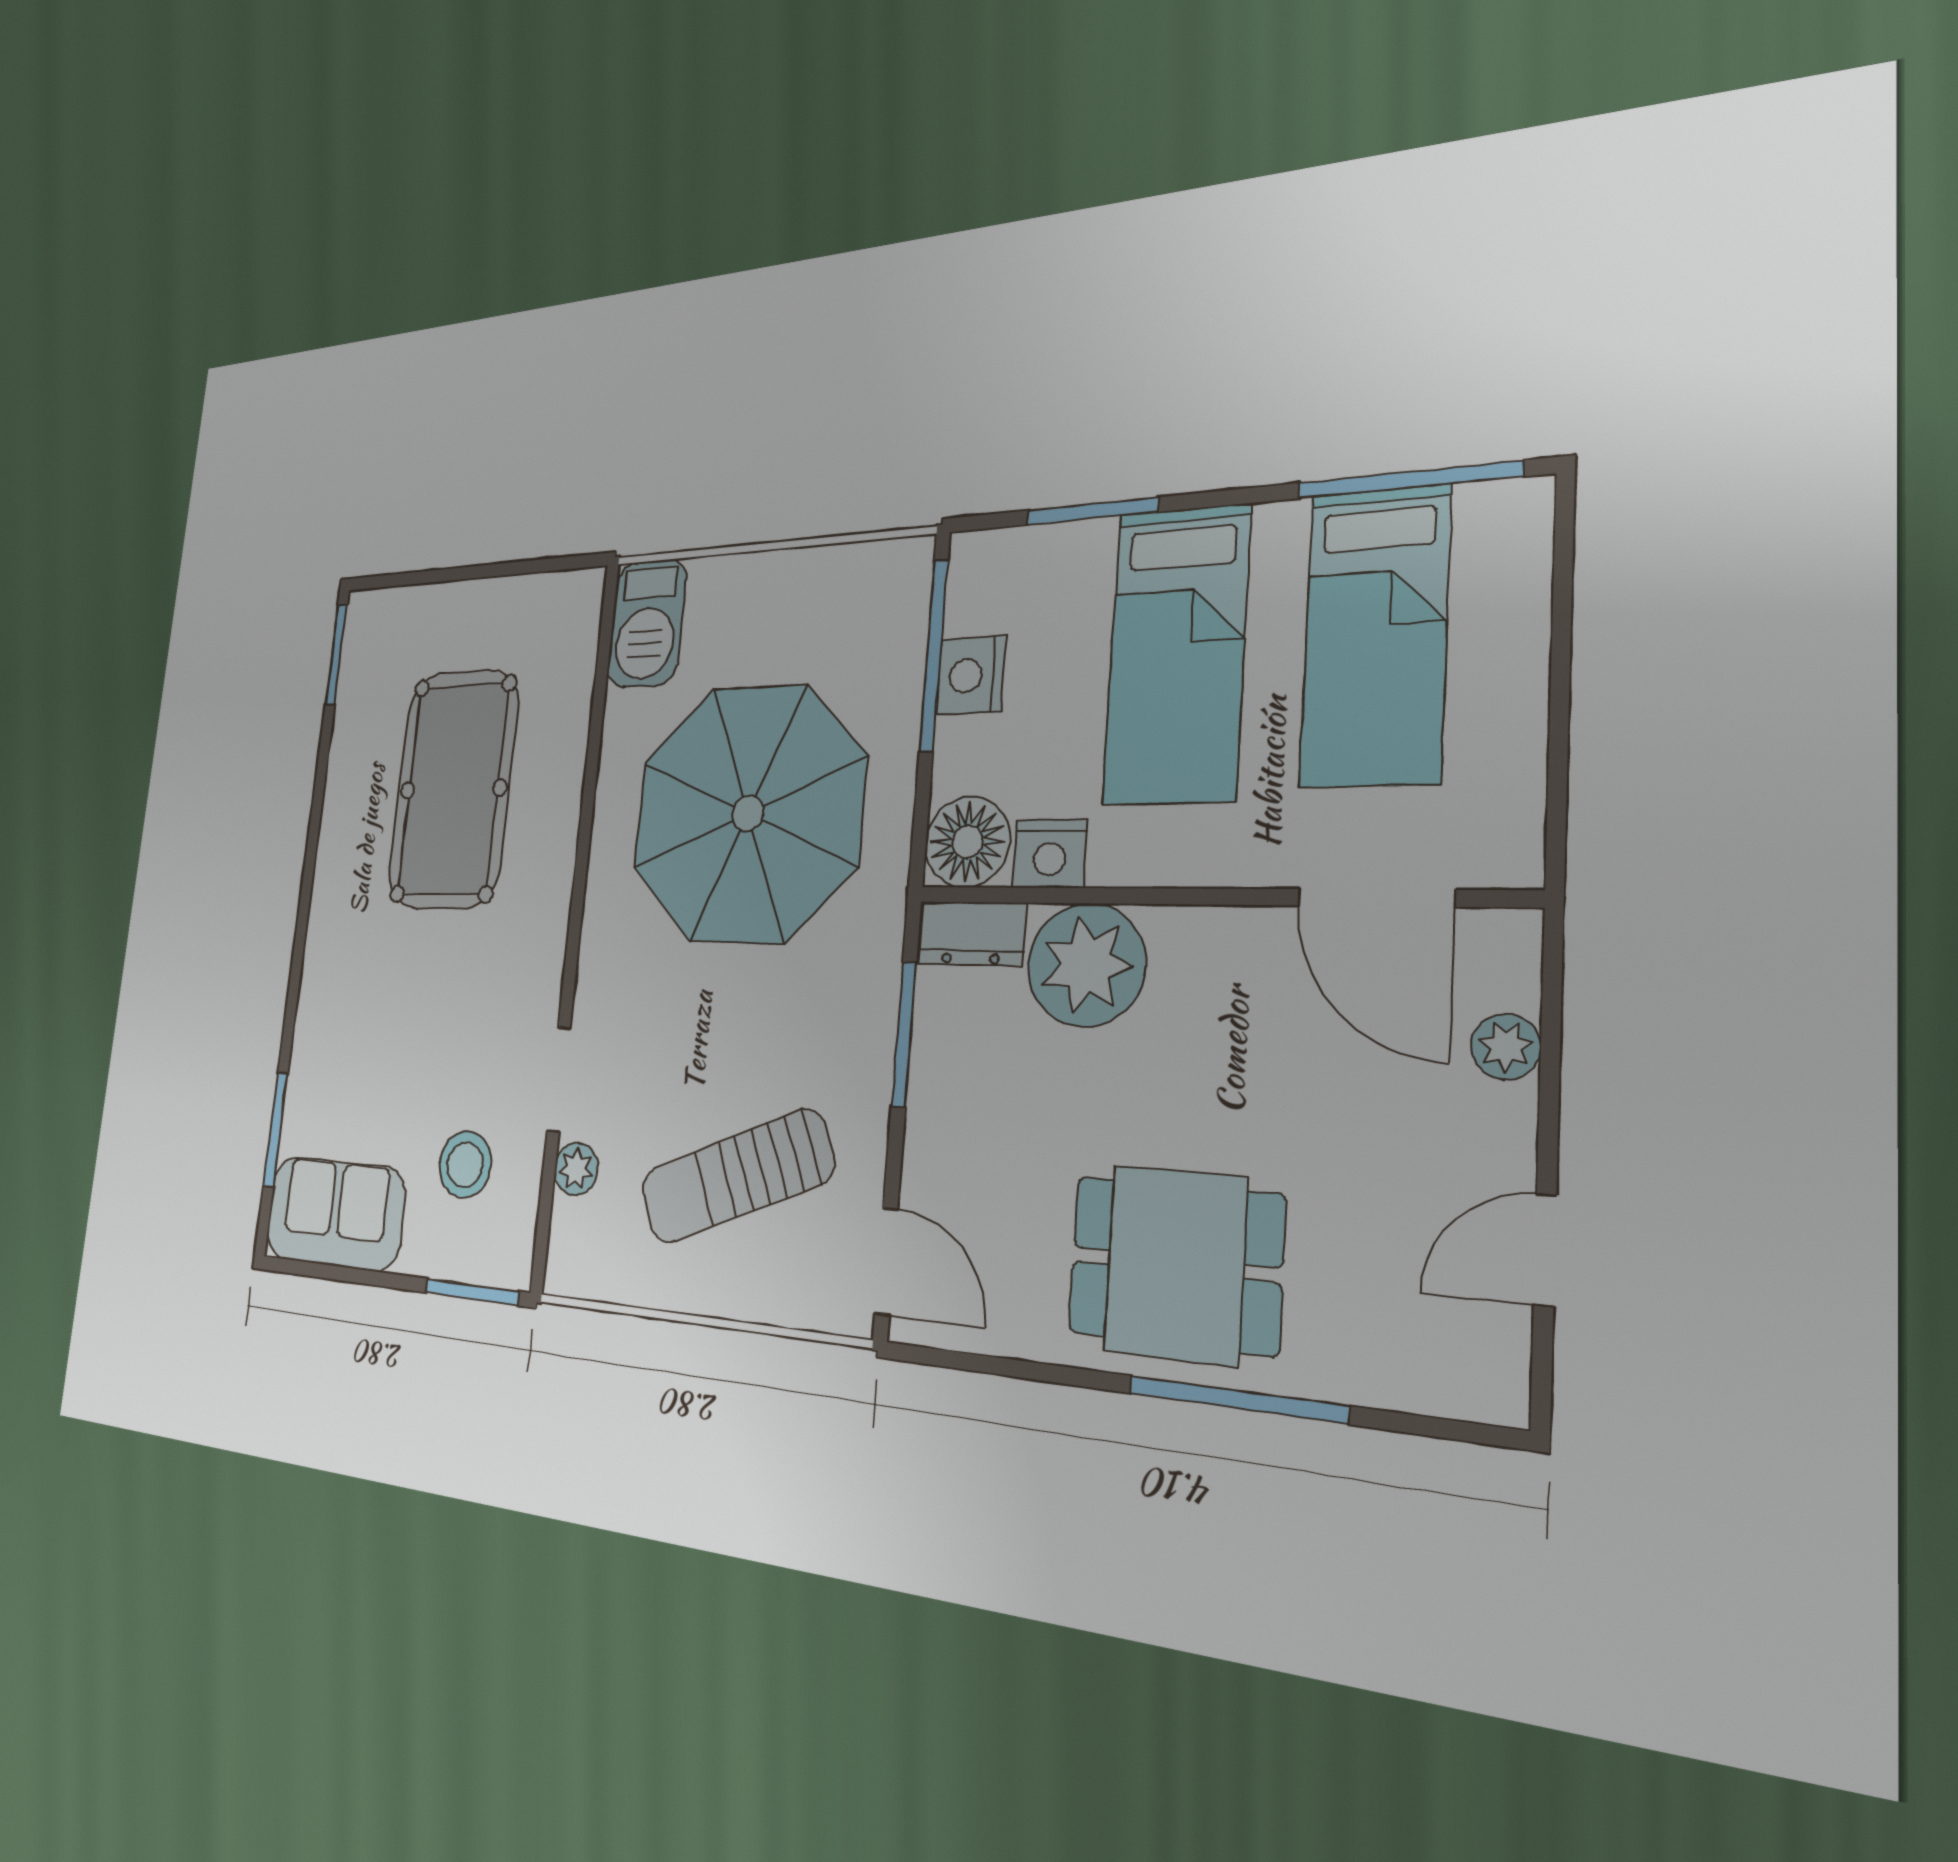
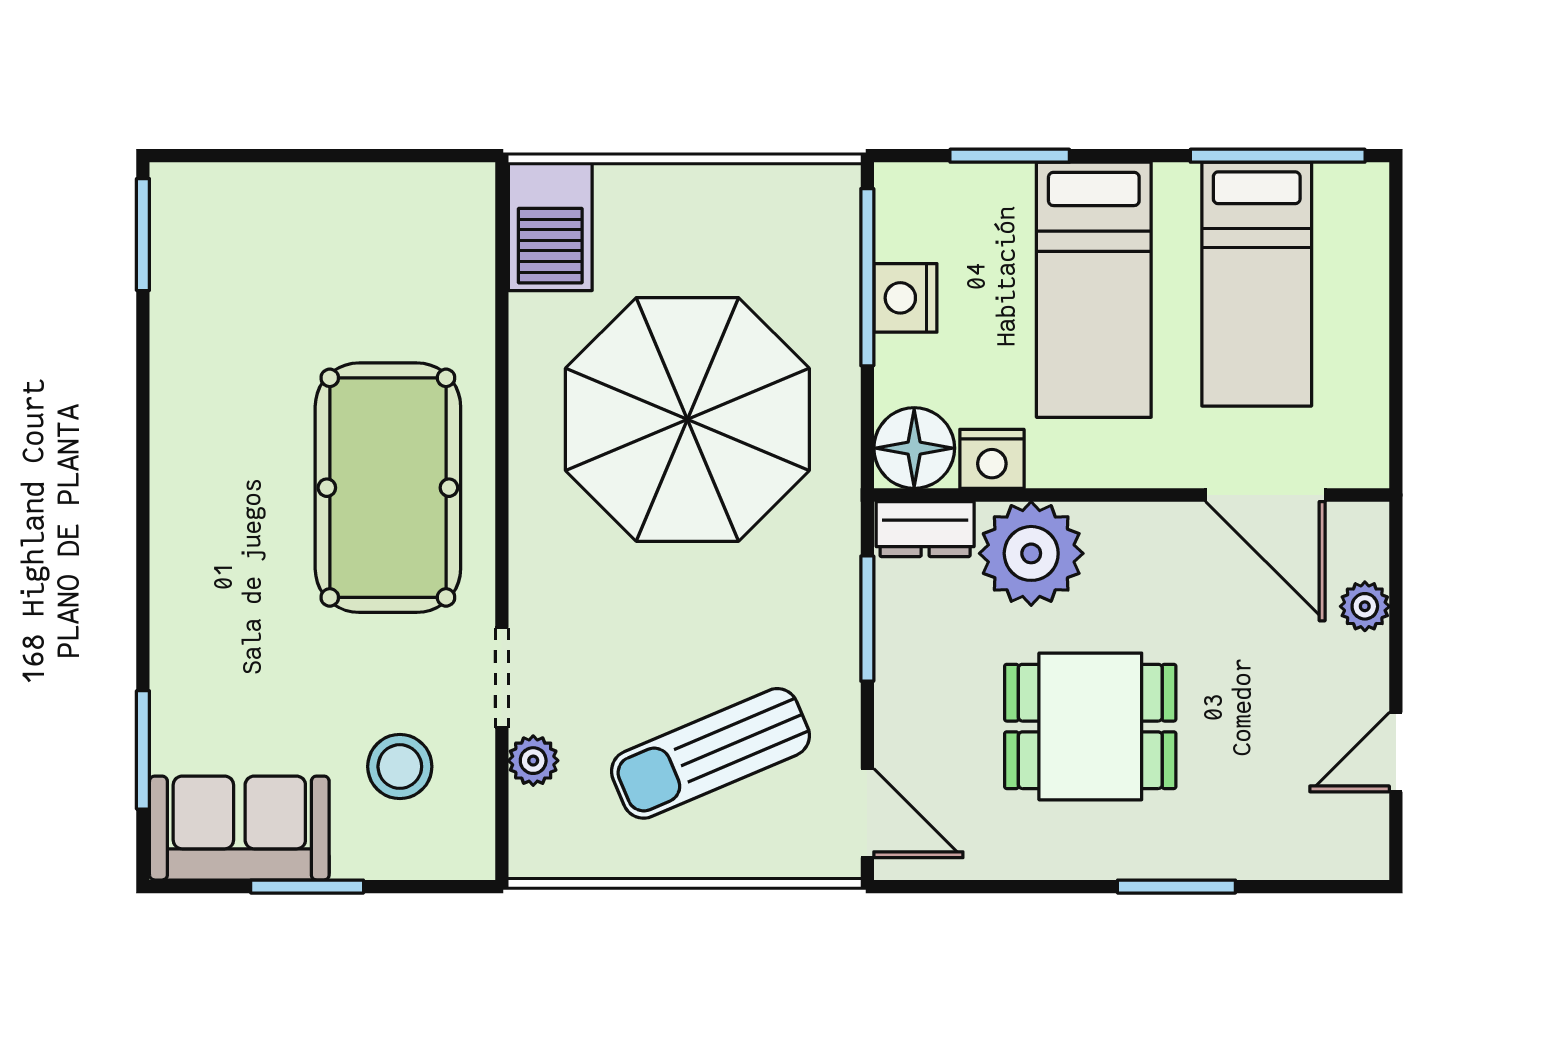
pool table: (453, 789) -> (388, 488), moved
dining table: (1175, 1264) -> (1090, 726), moved
window: (472, 1292) -> (307, 887), moved
window: (1237, 1399) -> (1176, 887), width x0.69

